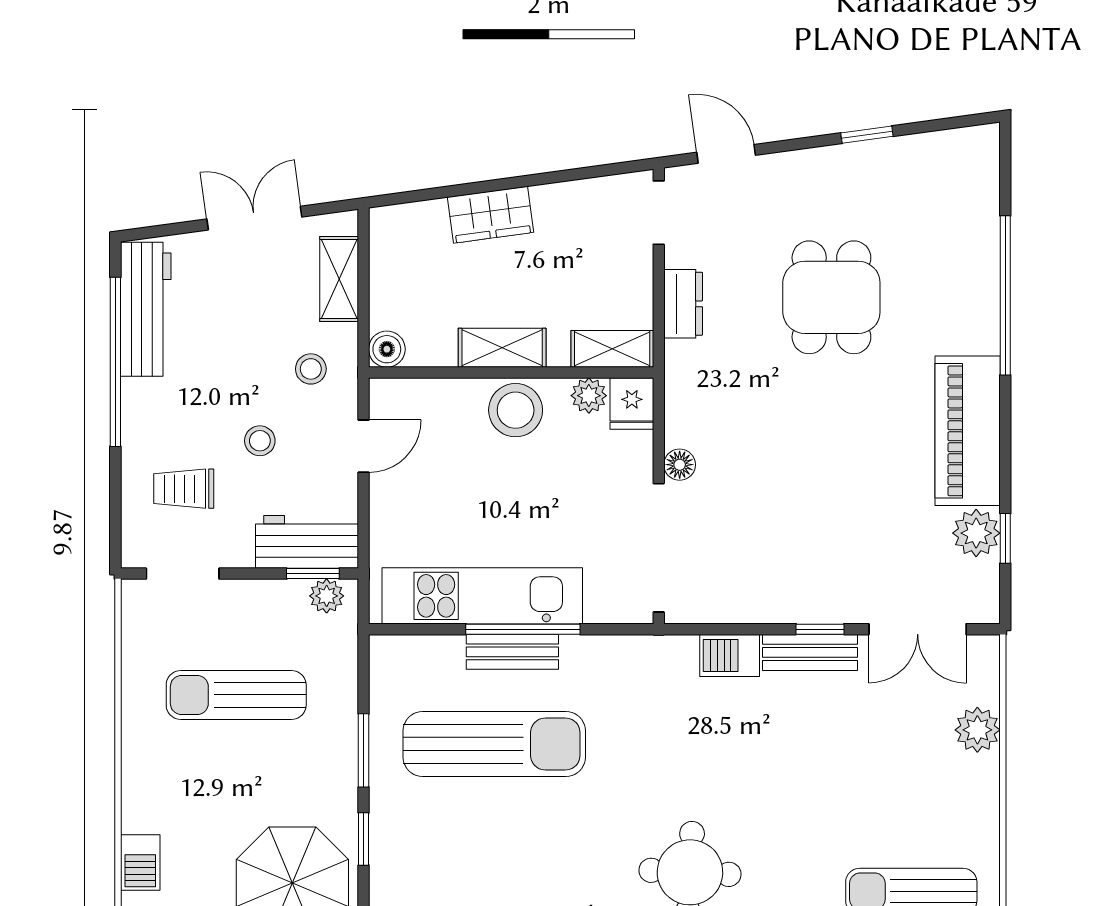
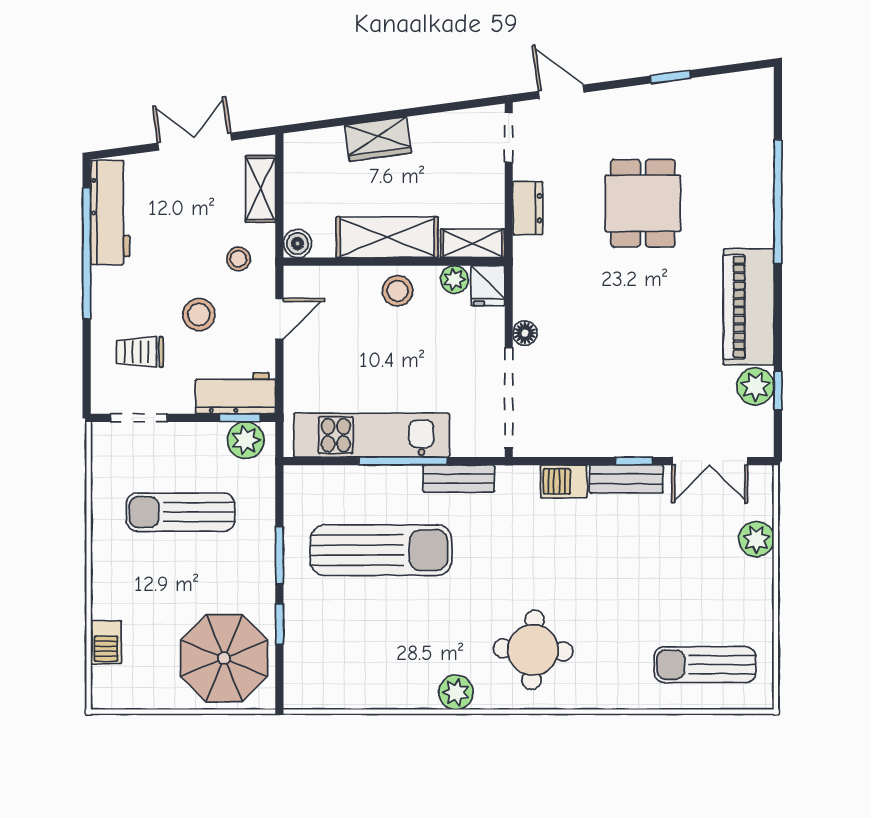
shelving: (502, 348) -> (387, 237), width x1.50, depth x1.33
stool: (516, 410) -> (397, 291), width x0.73, depth x0.73
stool: (260, 441) -> (199, 315), width x1.37, depth x1.37
plant: (327, 596) -> (246, 440), width x1.38, depth x1.38
bench: (512, 652) -> (459, 479), moved

